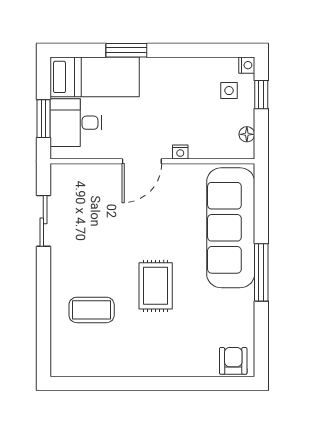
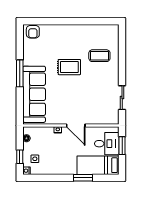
door: (142, 161) -> (76, 126), swing flipped
rug: (156, 286) -> (69, 67), turned 90

